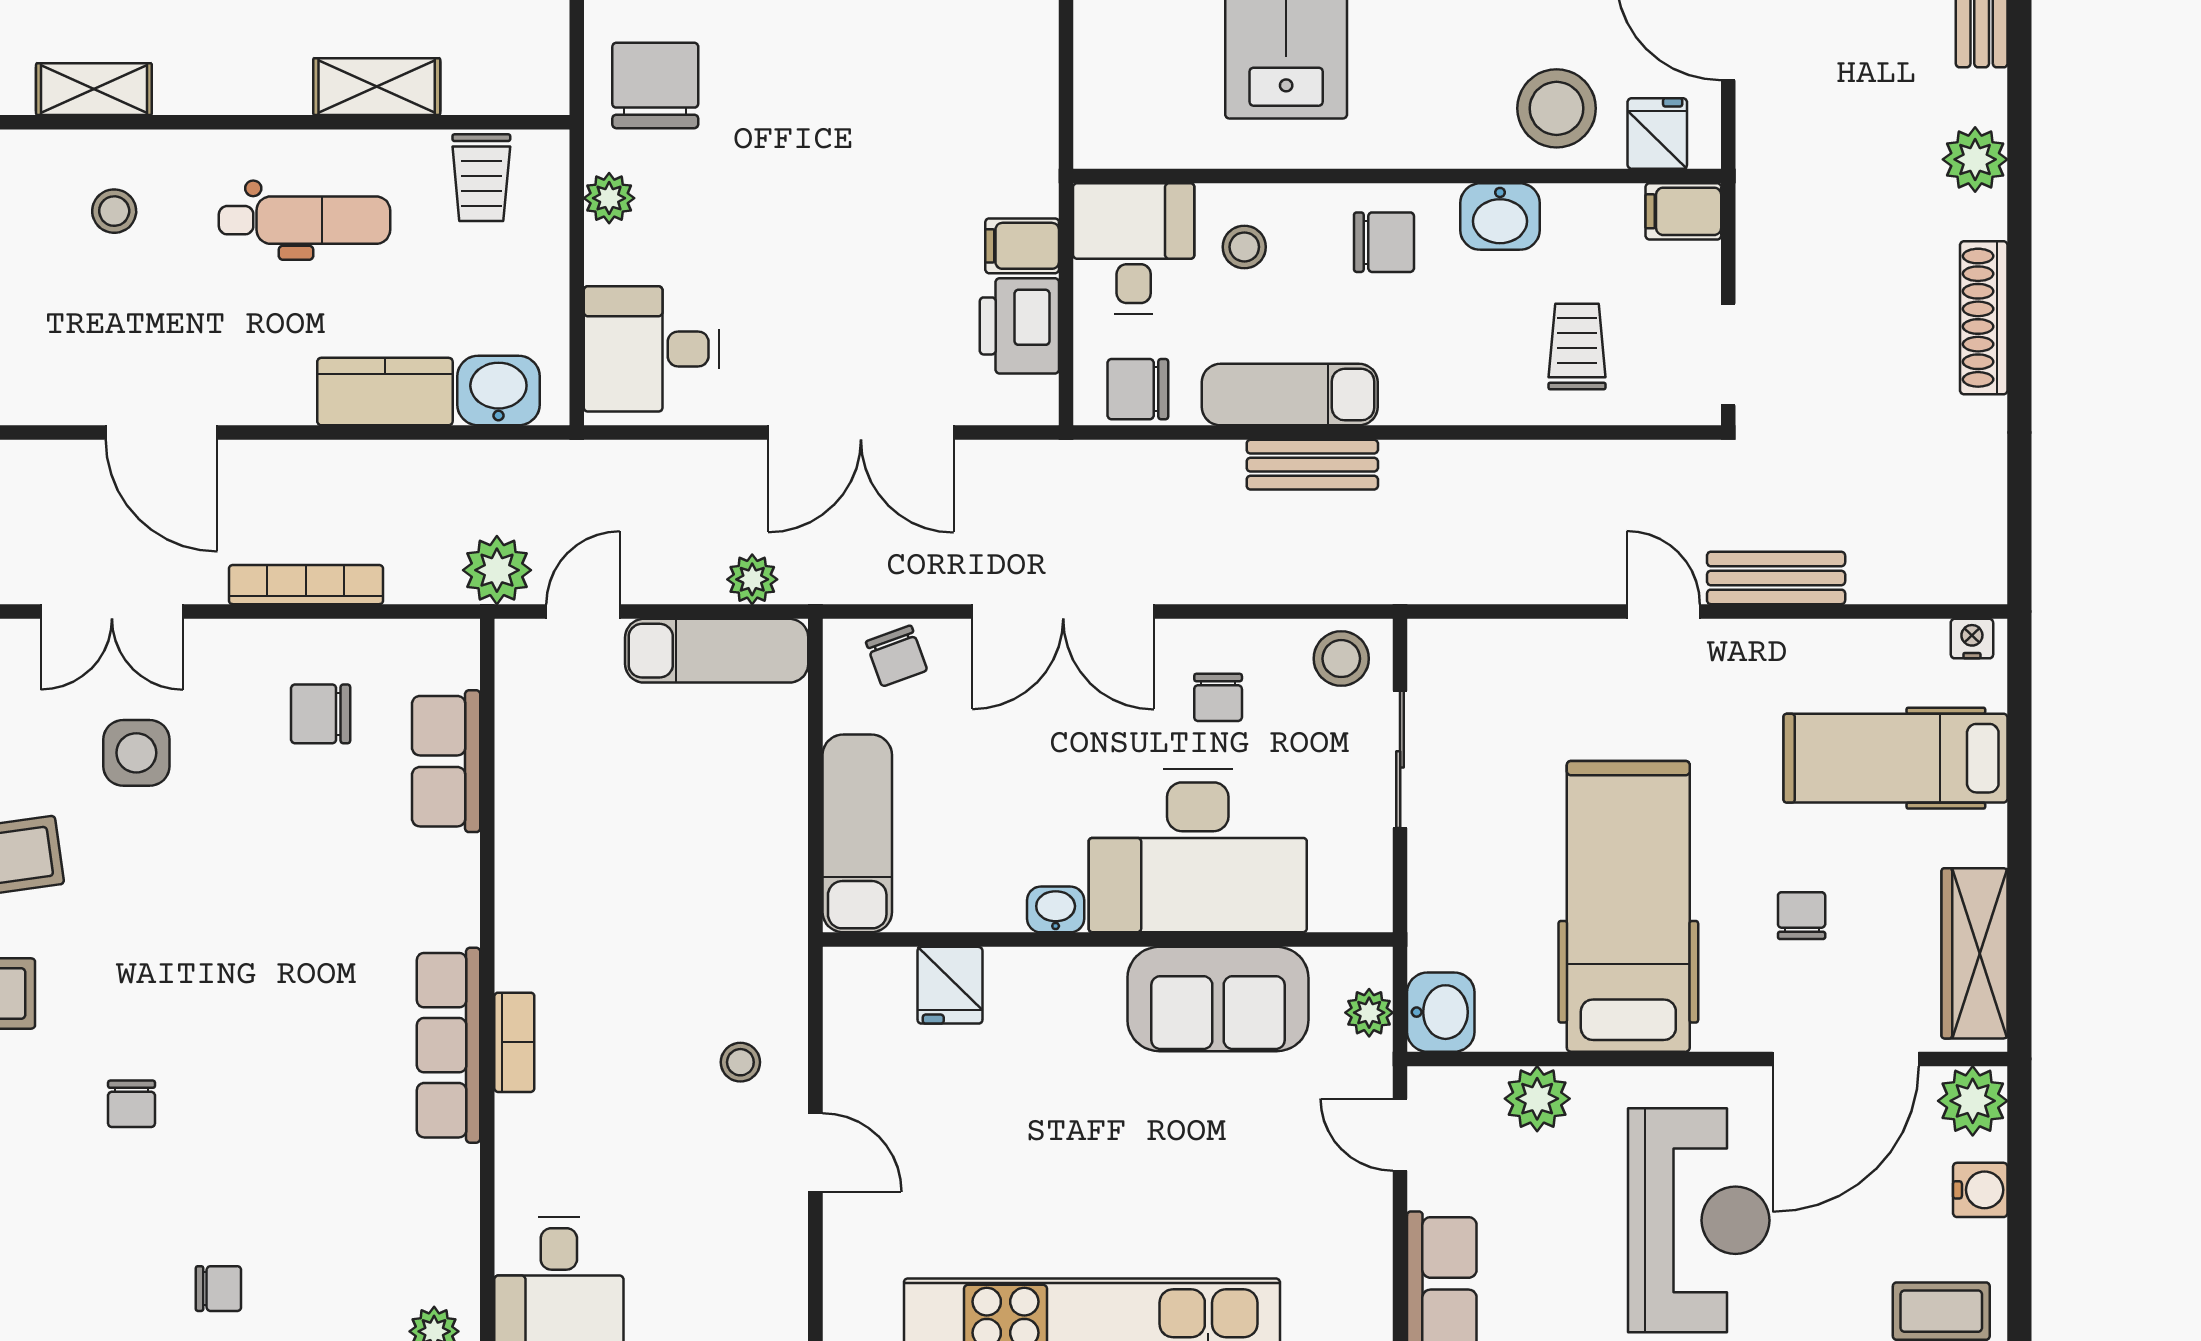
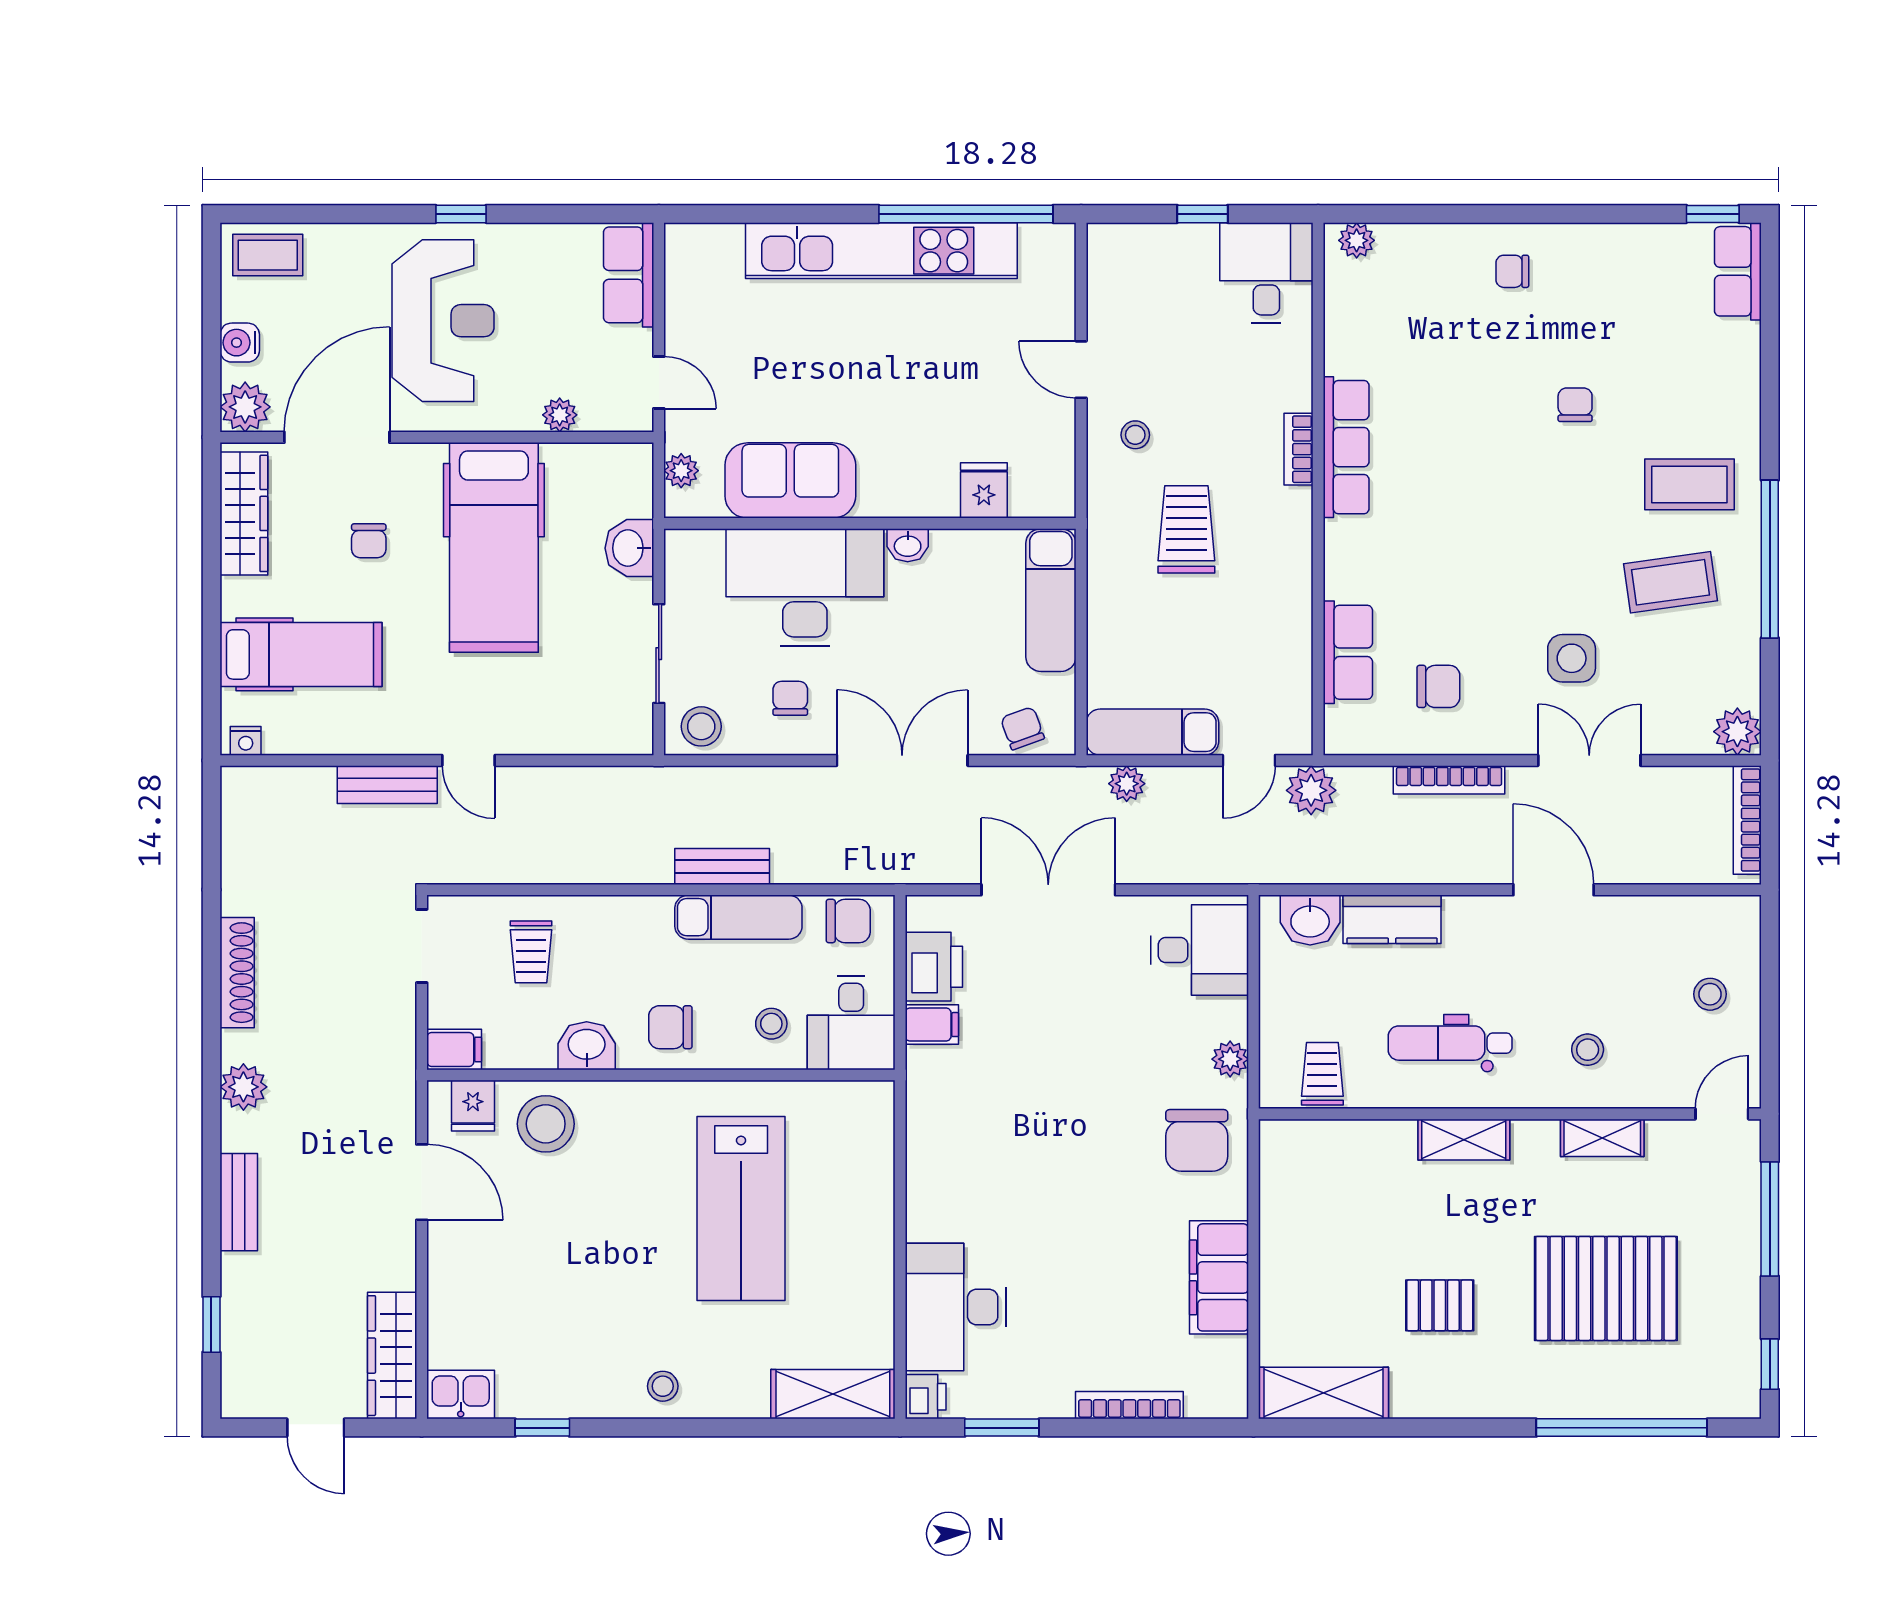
shelving: (377, 87) -> (1464, 1140), moved
trolley: (670, 931) -> (1186, 529), added
washbasin: (1441, 1012) -> (629, 548), moved
plant: (1537, 1099) -> (560, 415), width x0.73, depth x0.73
reception desk: (1699, 1220) -> (443, 321), turned 180

